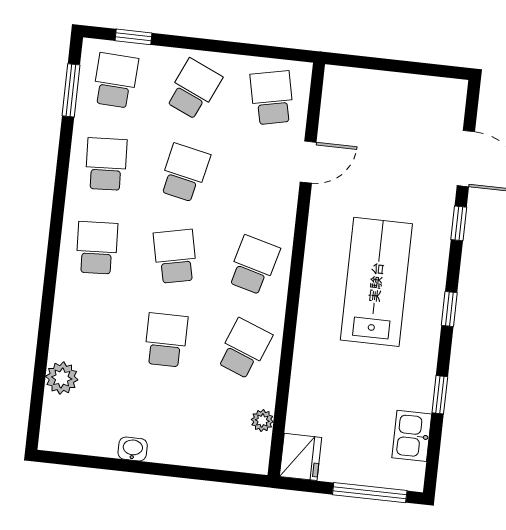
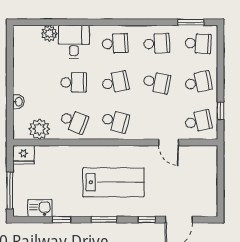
window: (134, 37) -> (220, 111), moved
school desk: (194, 89) -> (198, 82), turned -36
window: (449, 309) -> (104, 220), width x1.50
desk: (84, 330) -> (74, 42), added
plant: (262, 421) -> (39, 129), width x1.87, depth x1.87
washbasin: (133, 449) -> (18, 102), moved

